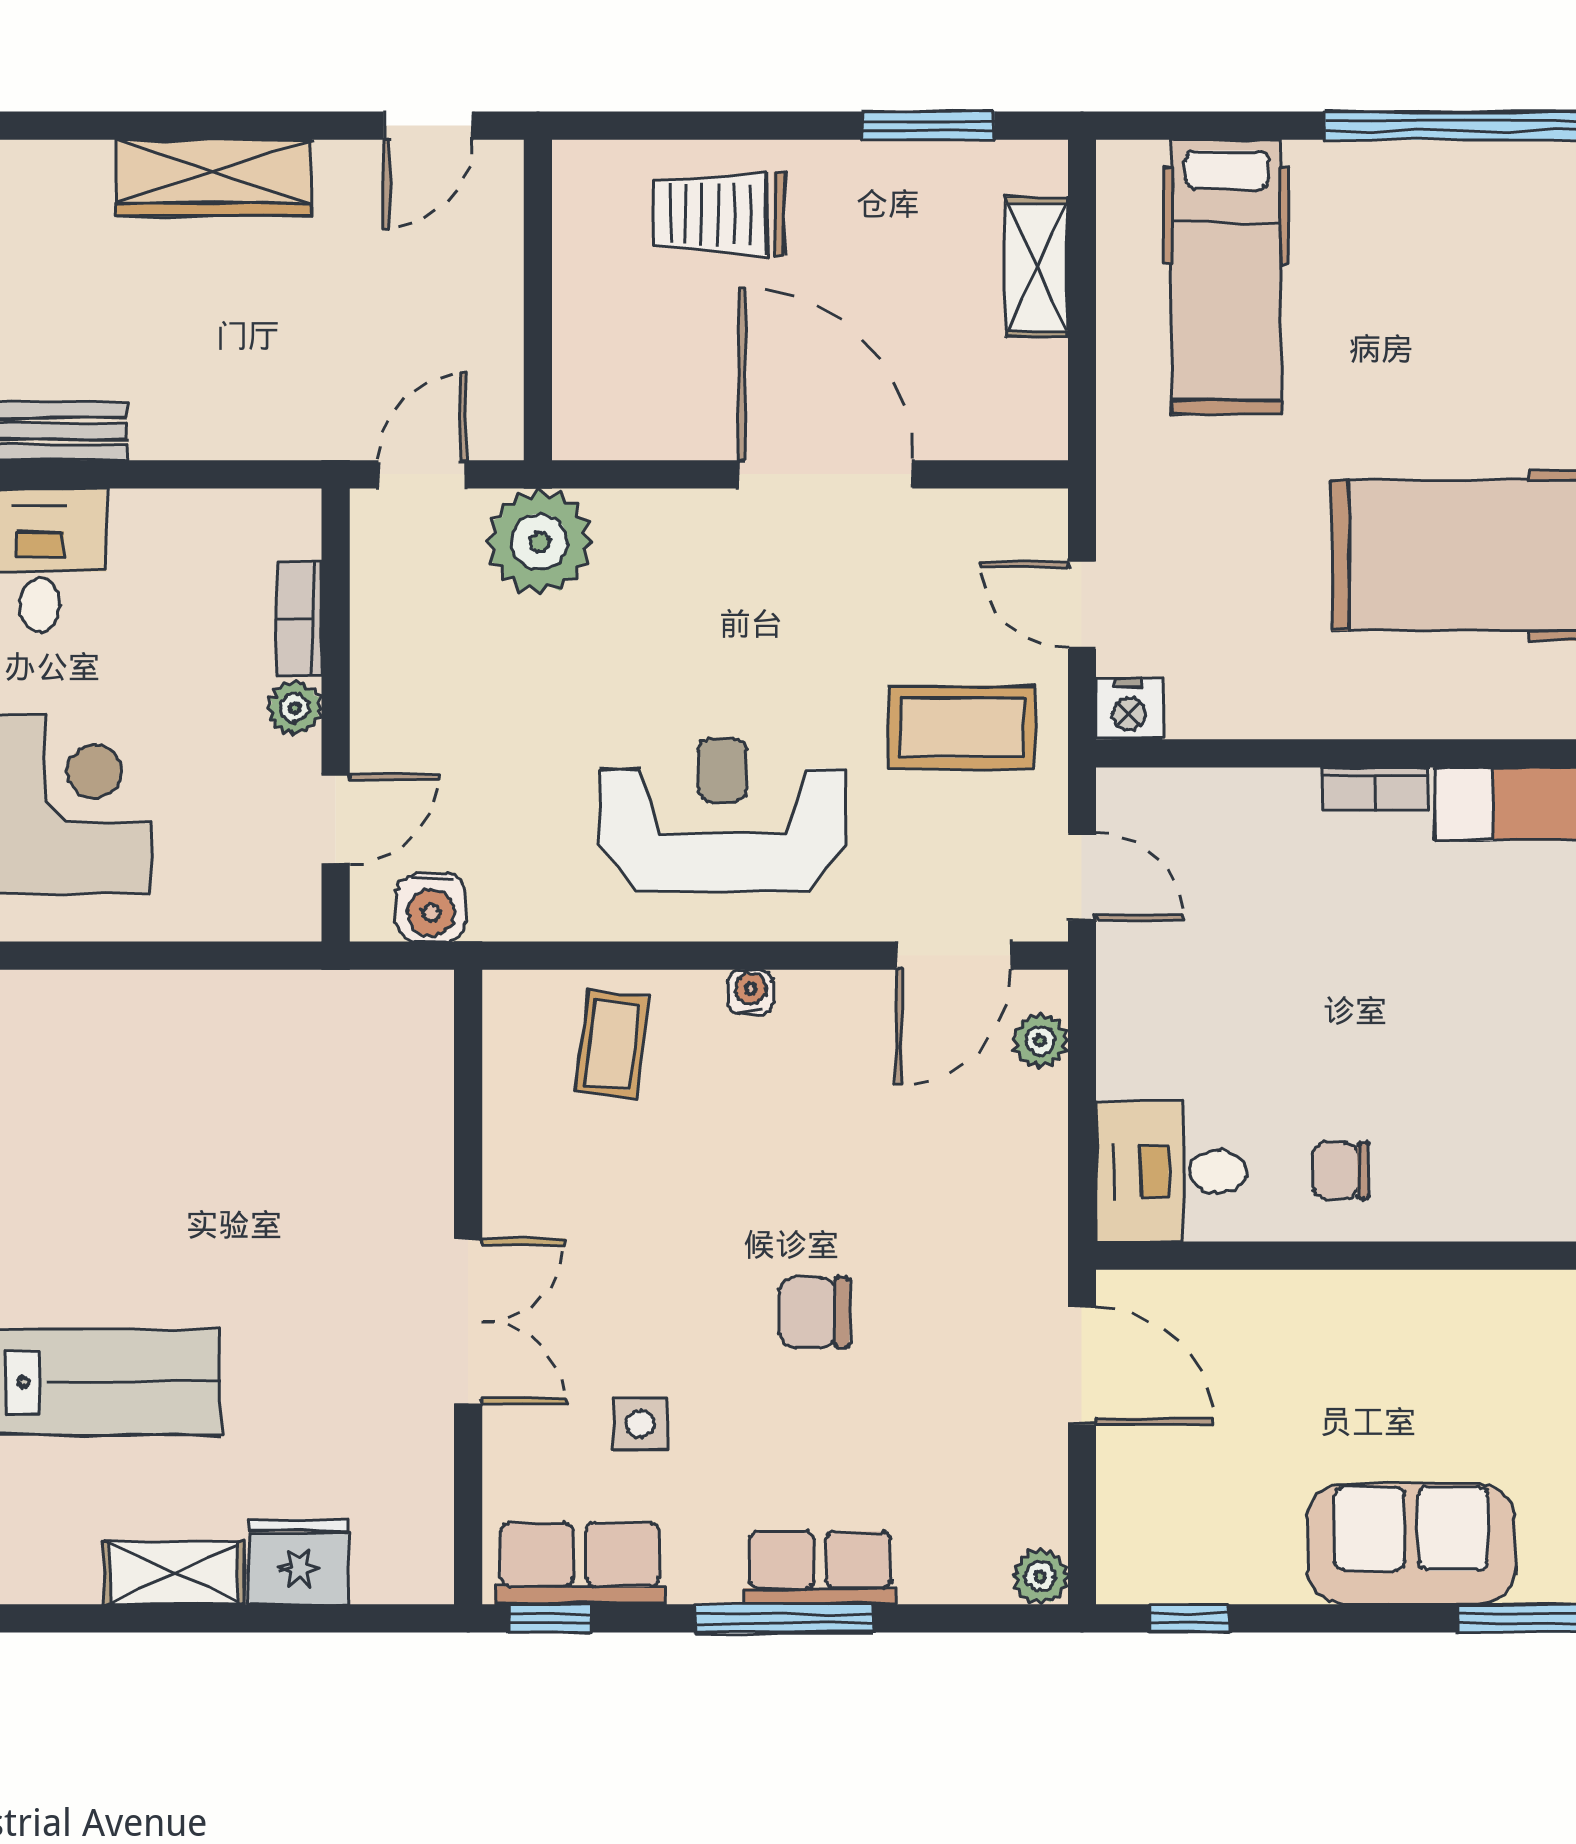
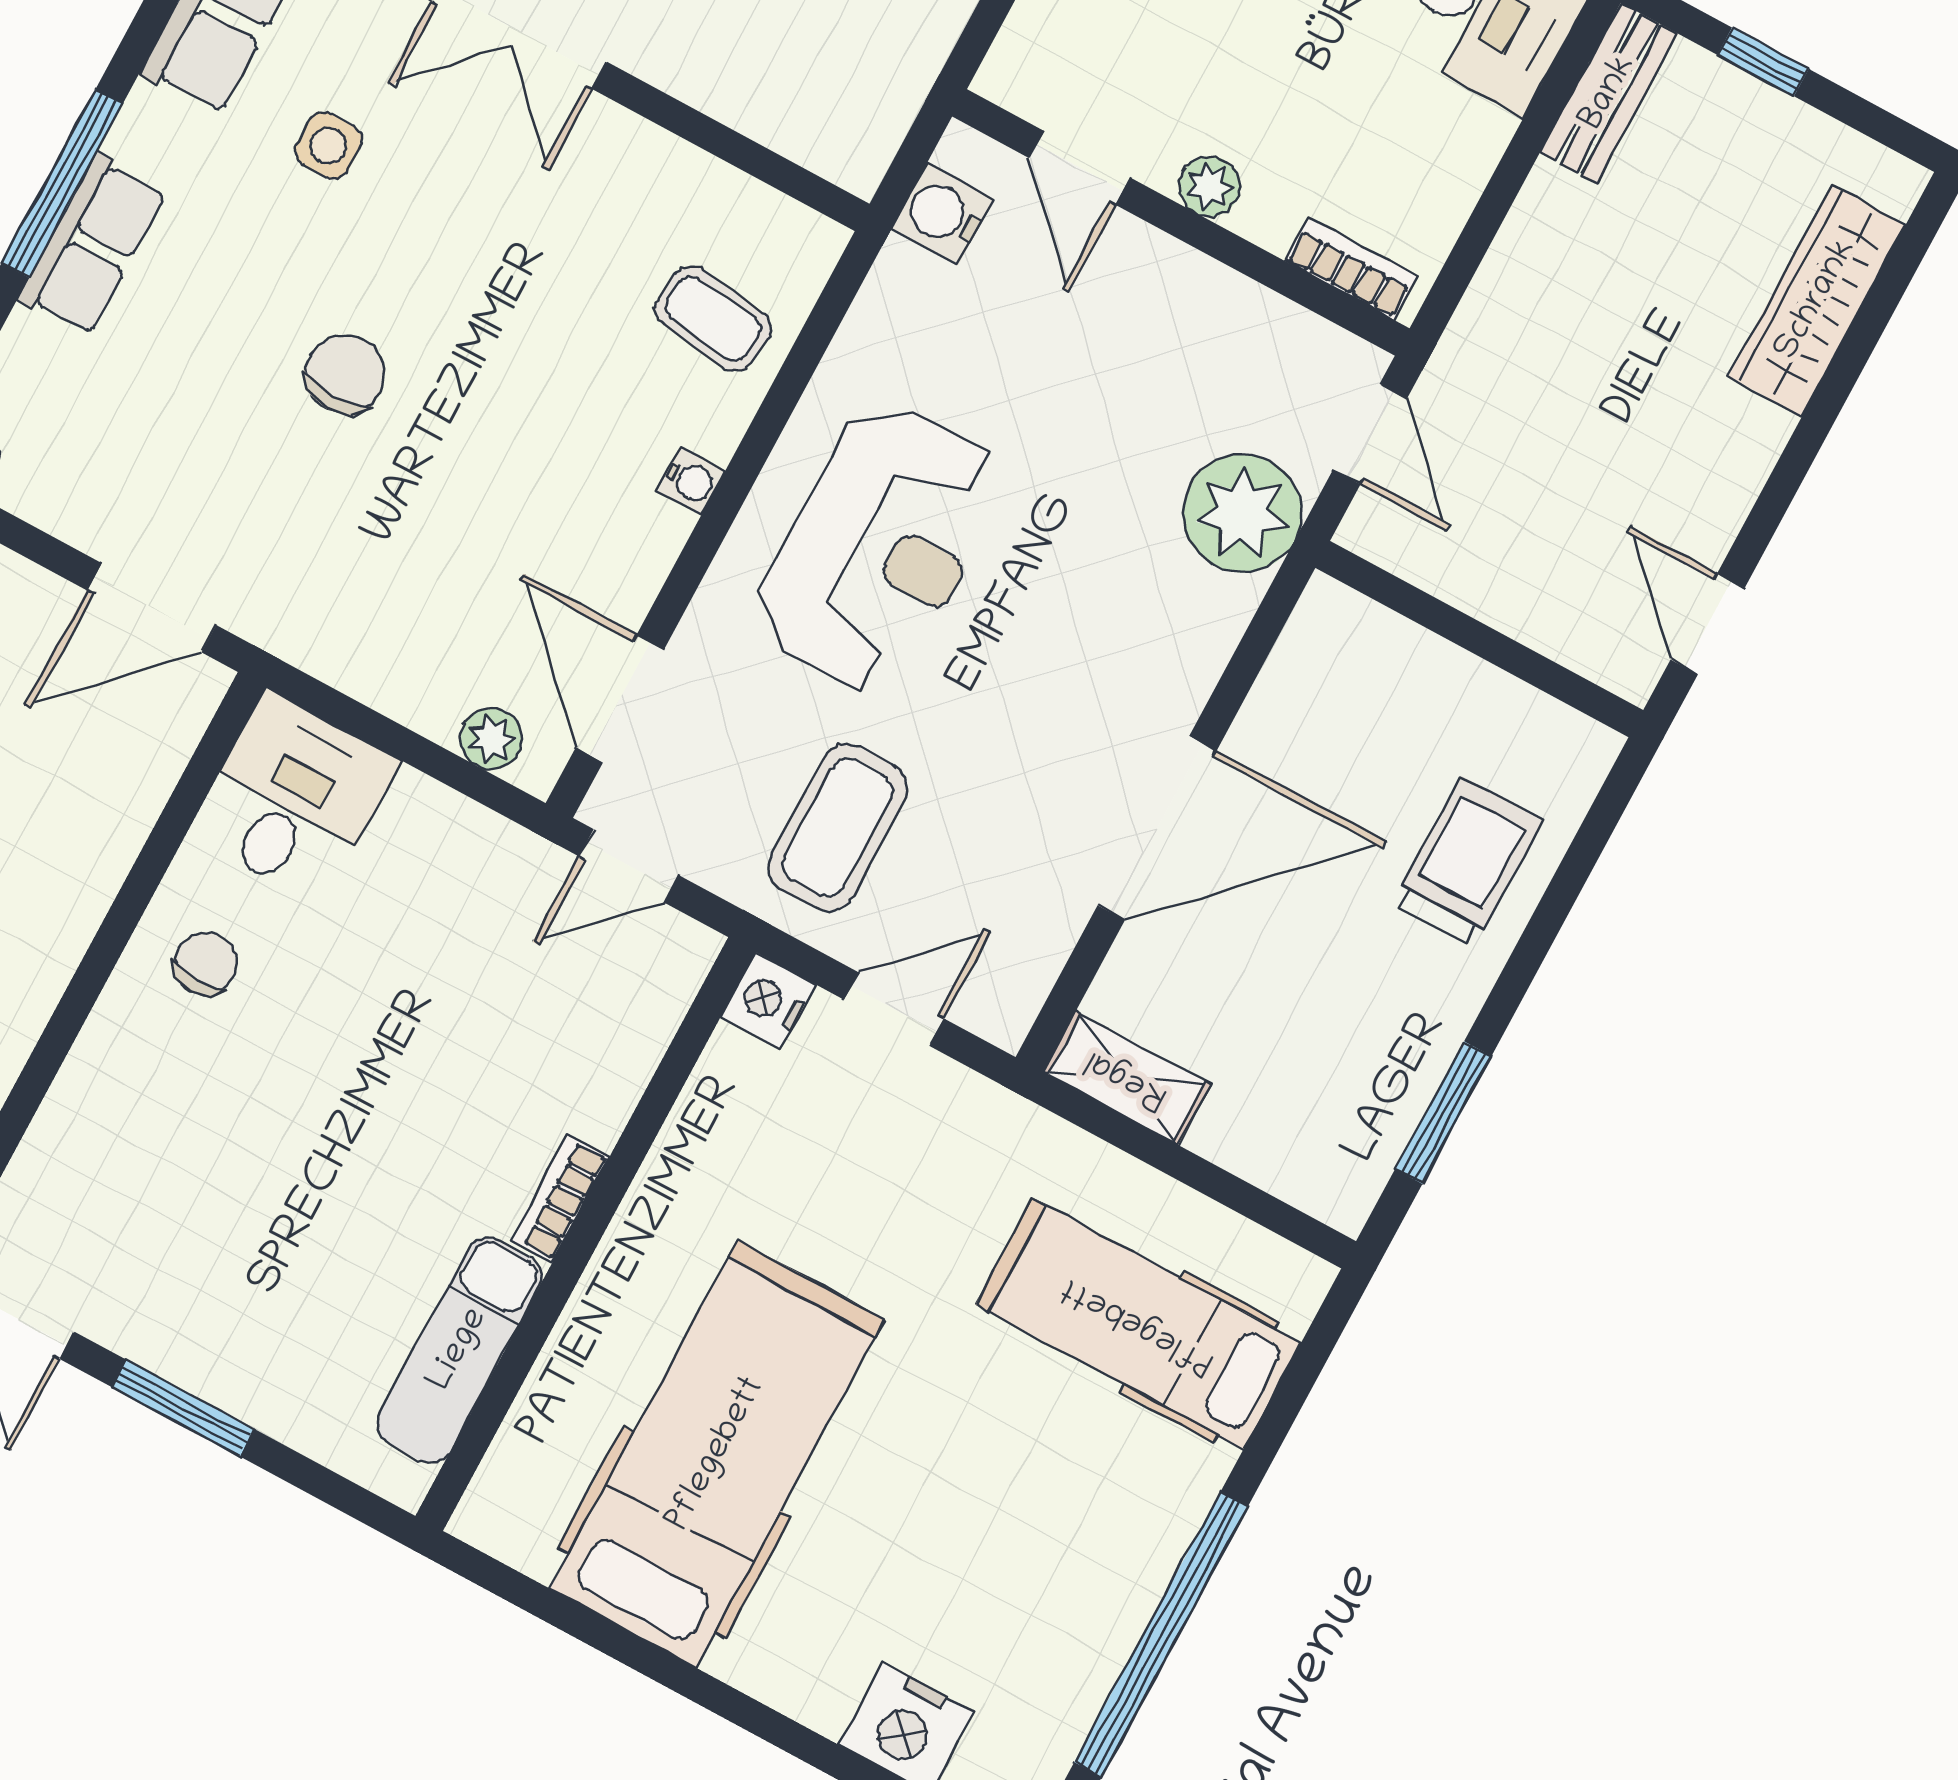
wardrobe: (213, 177) -> (1817, 300), moved
shelving: (1037, 267) -> (1127, 1078), moved
bookcase: (299, 619) -> (1351, 269), moved

